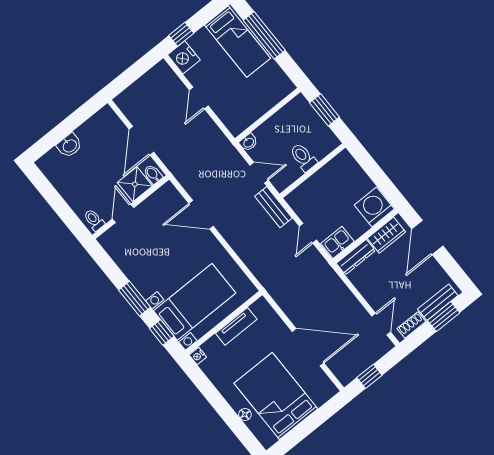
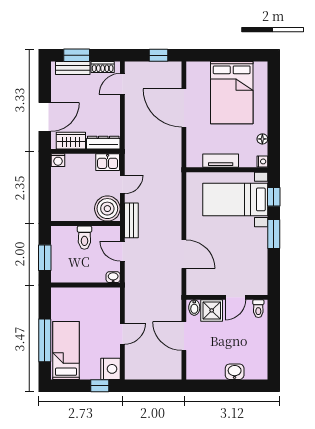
door: (141, 141) -> (184, 336), swing flipped
boiler: (304, 200) -> (107, 209), added
washing machine: (374, 207) -> (58, 160), width x0.53, depth x0.53
floor lamp: (245, 414) -> (262, 139), moved

